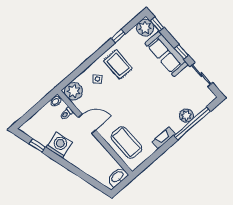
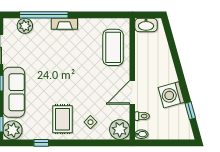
plant: (186, 116) -> (25, 26), moved
door: (87, 124) -> (132, 92), hinge flipped
fireplace: (164, 138) -> (64, 24), moved

